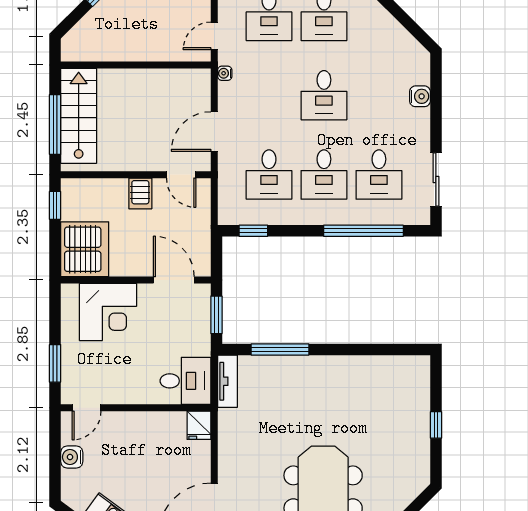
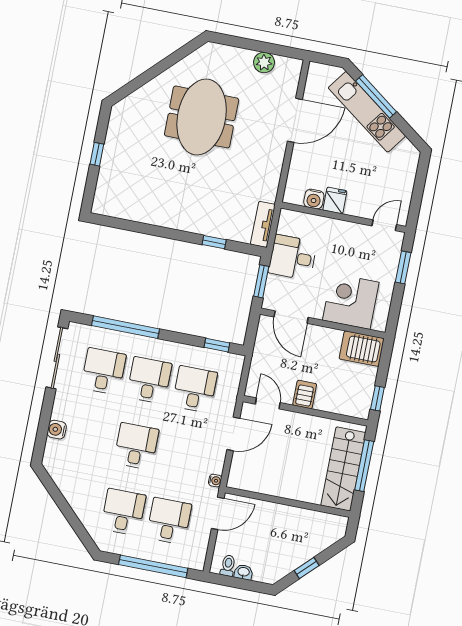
door: (214, 36) -> (218, 513), width x1.37
sliding door: (436, 180) -> (57, 358), width x1.37
server rack: (85, 249) -> (362, 349), width x0.62
window: (280, 350) -> (214, 242), width x0.46
desk: (185, 381) -> (293, 257), moved
fridge: (199, 425) -> (335, 200), moved
water cooler: (72, 457) -> (314, 199), moved, turned 90

